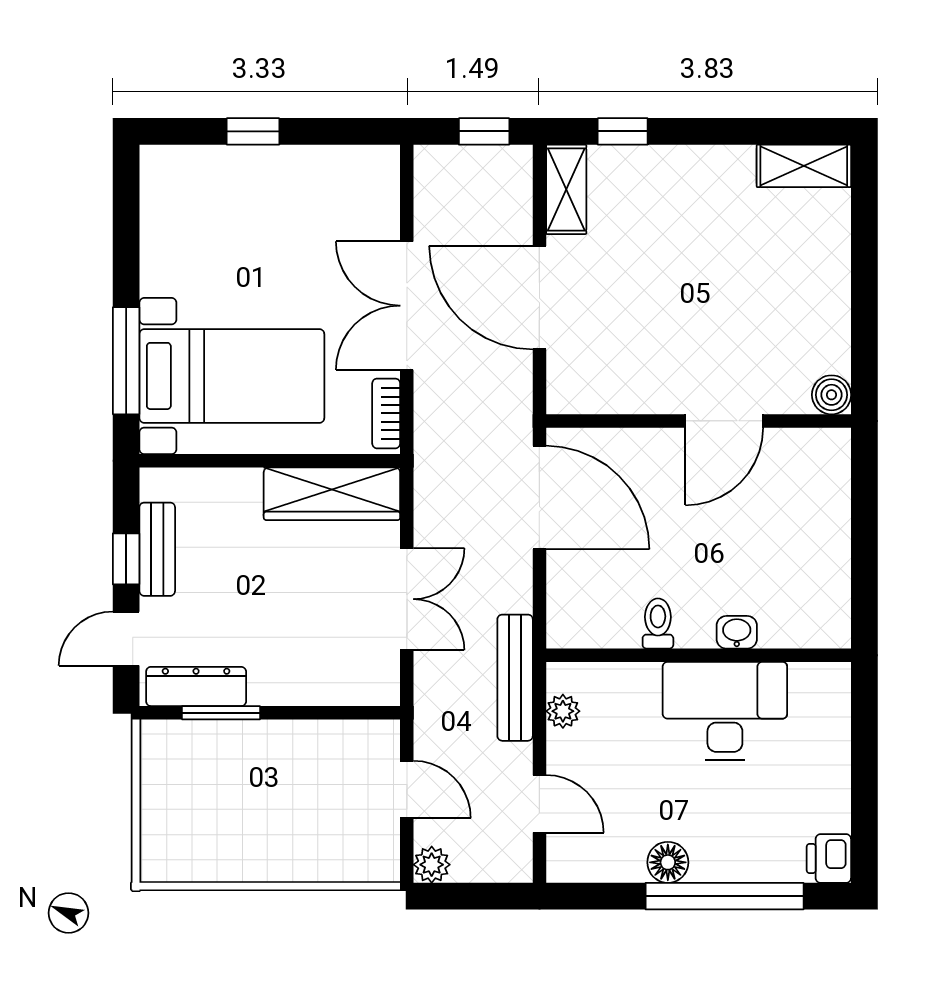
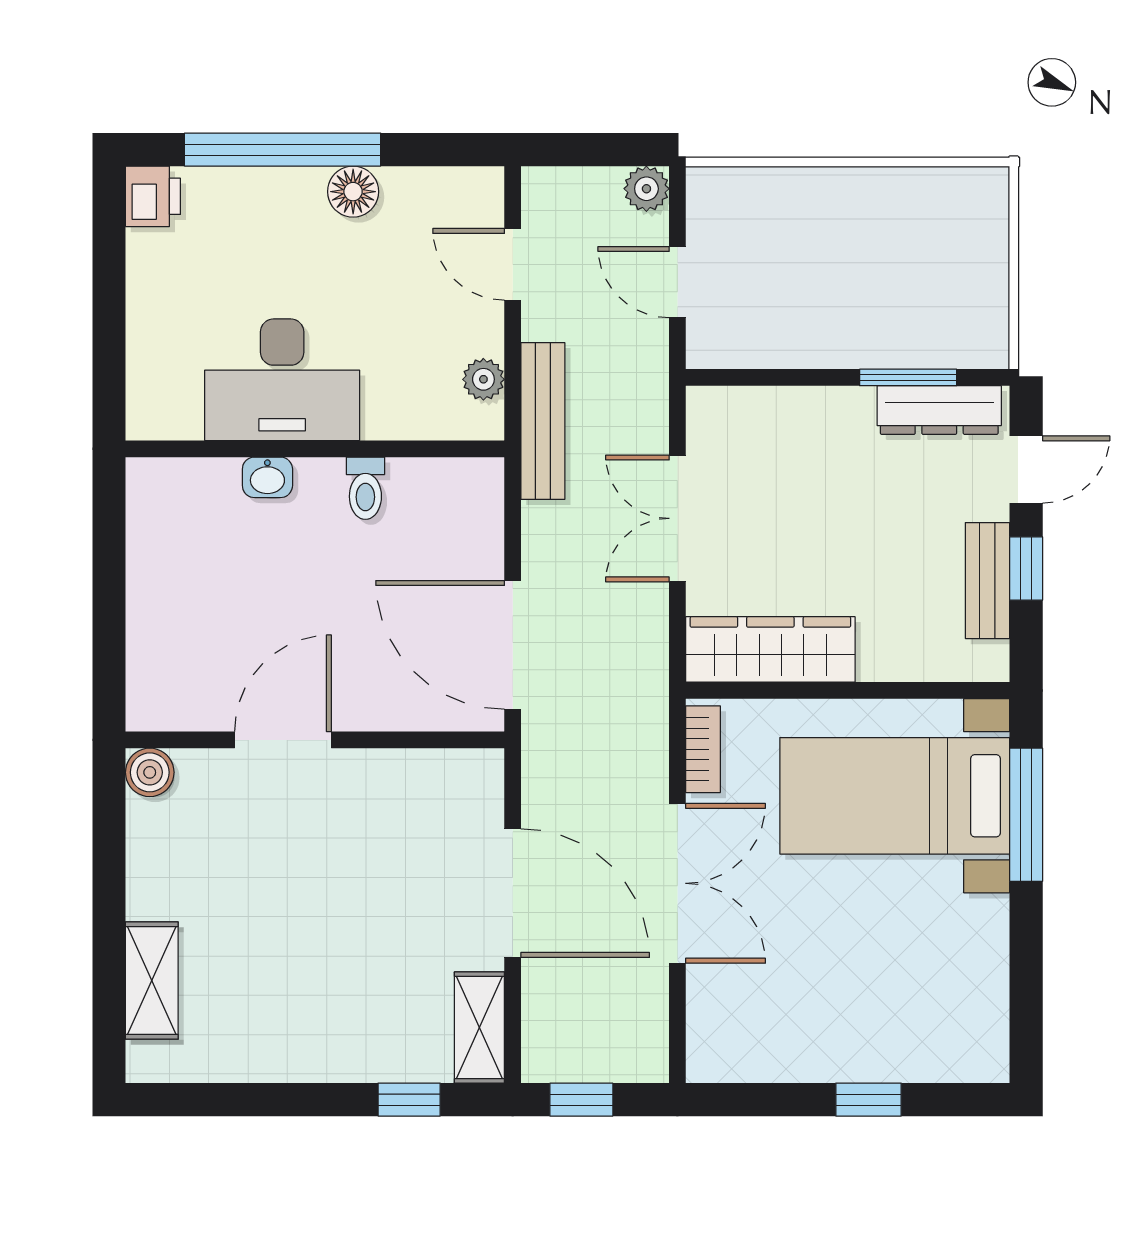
shelving: (804, 166) -> (152, 981), moved, turned 90

